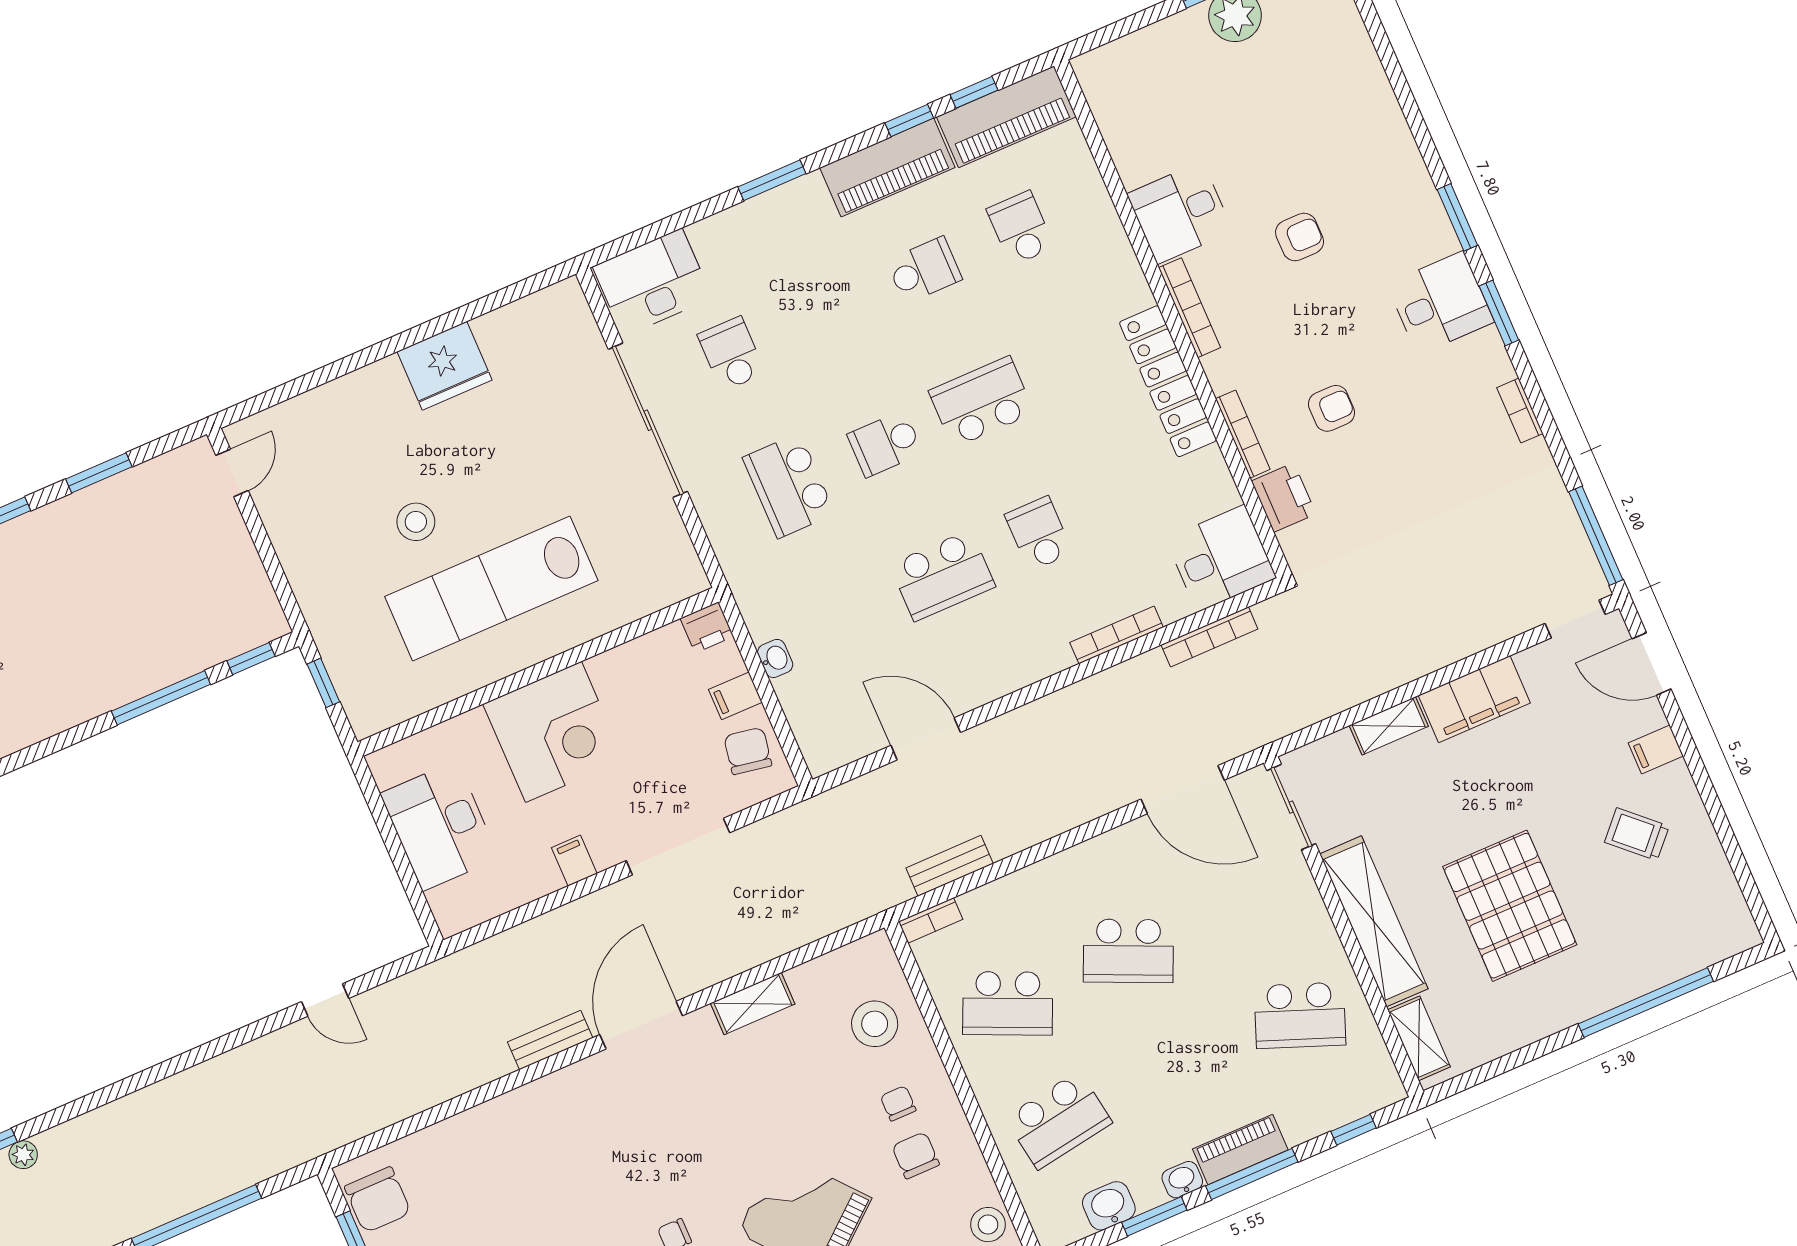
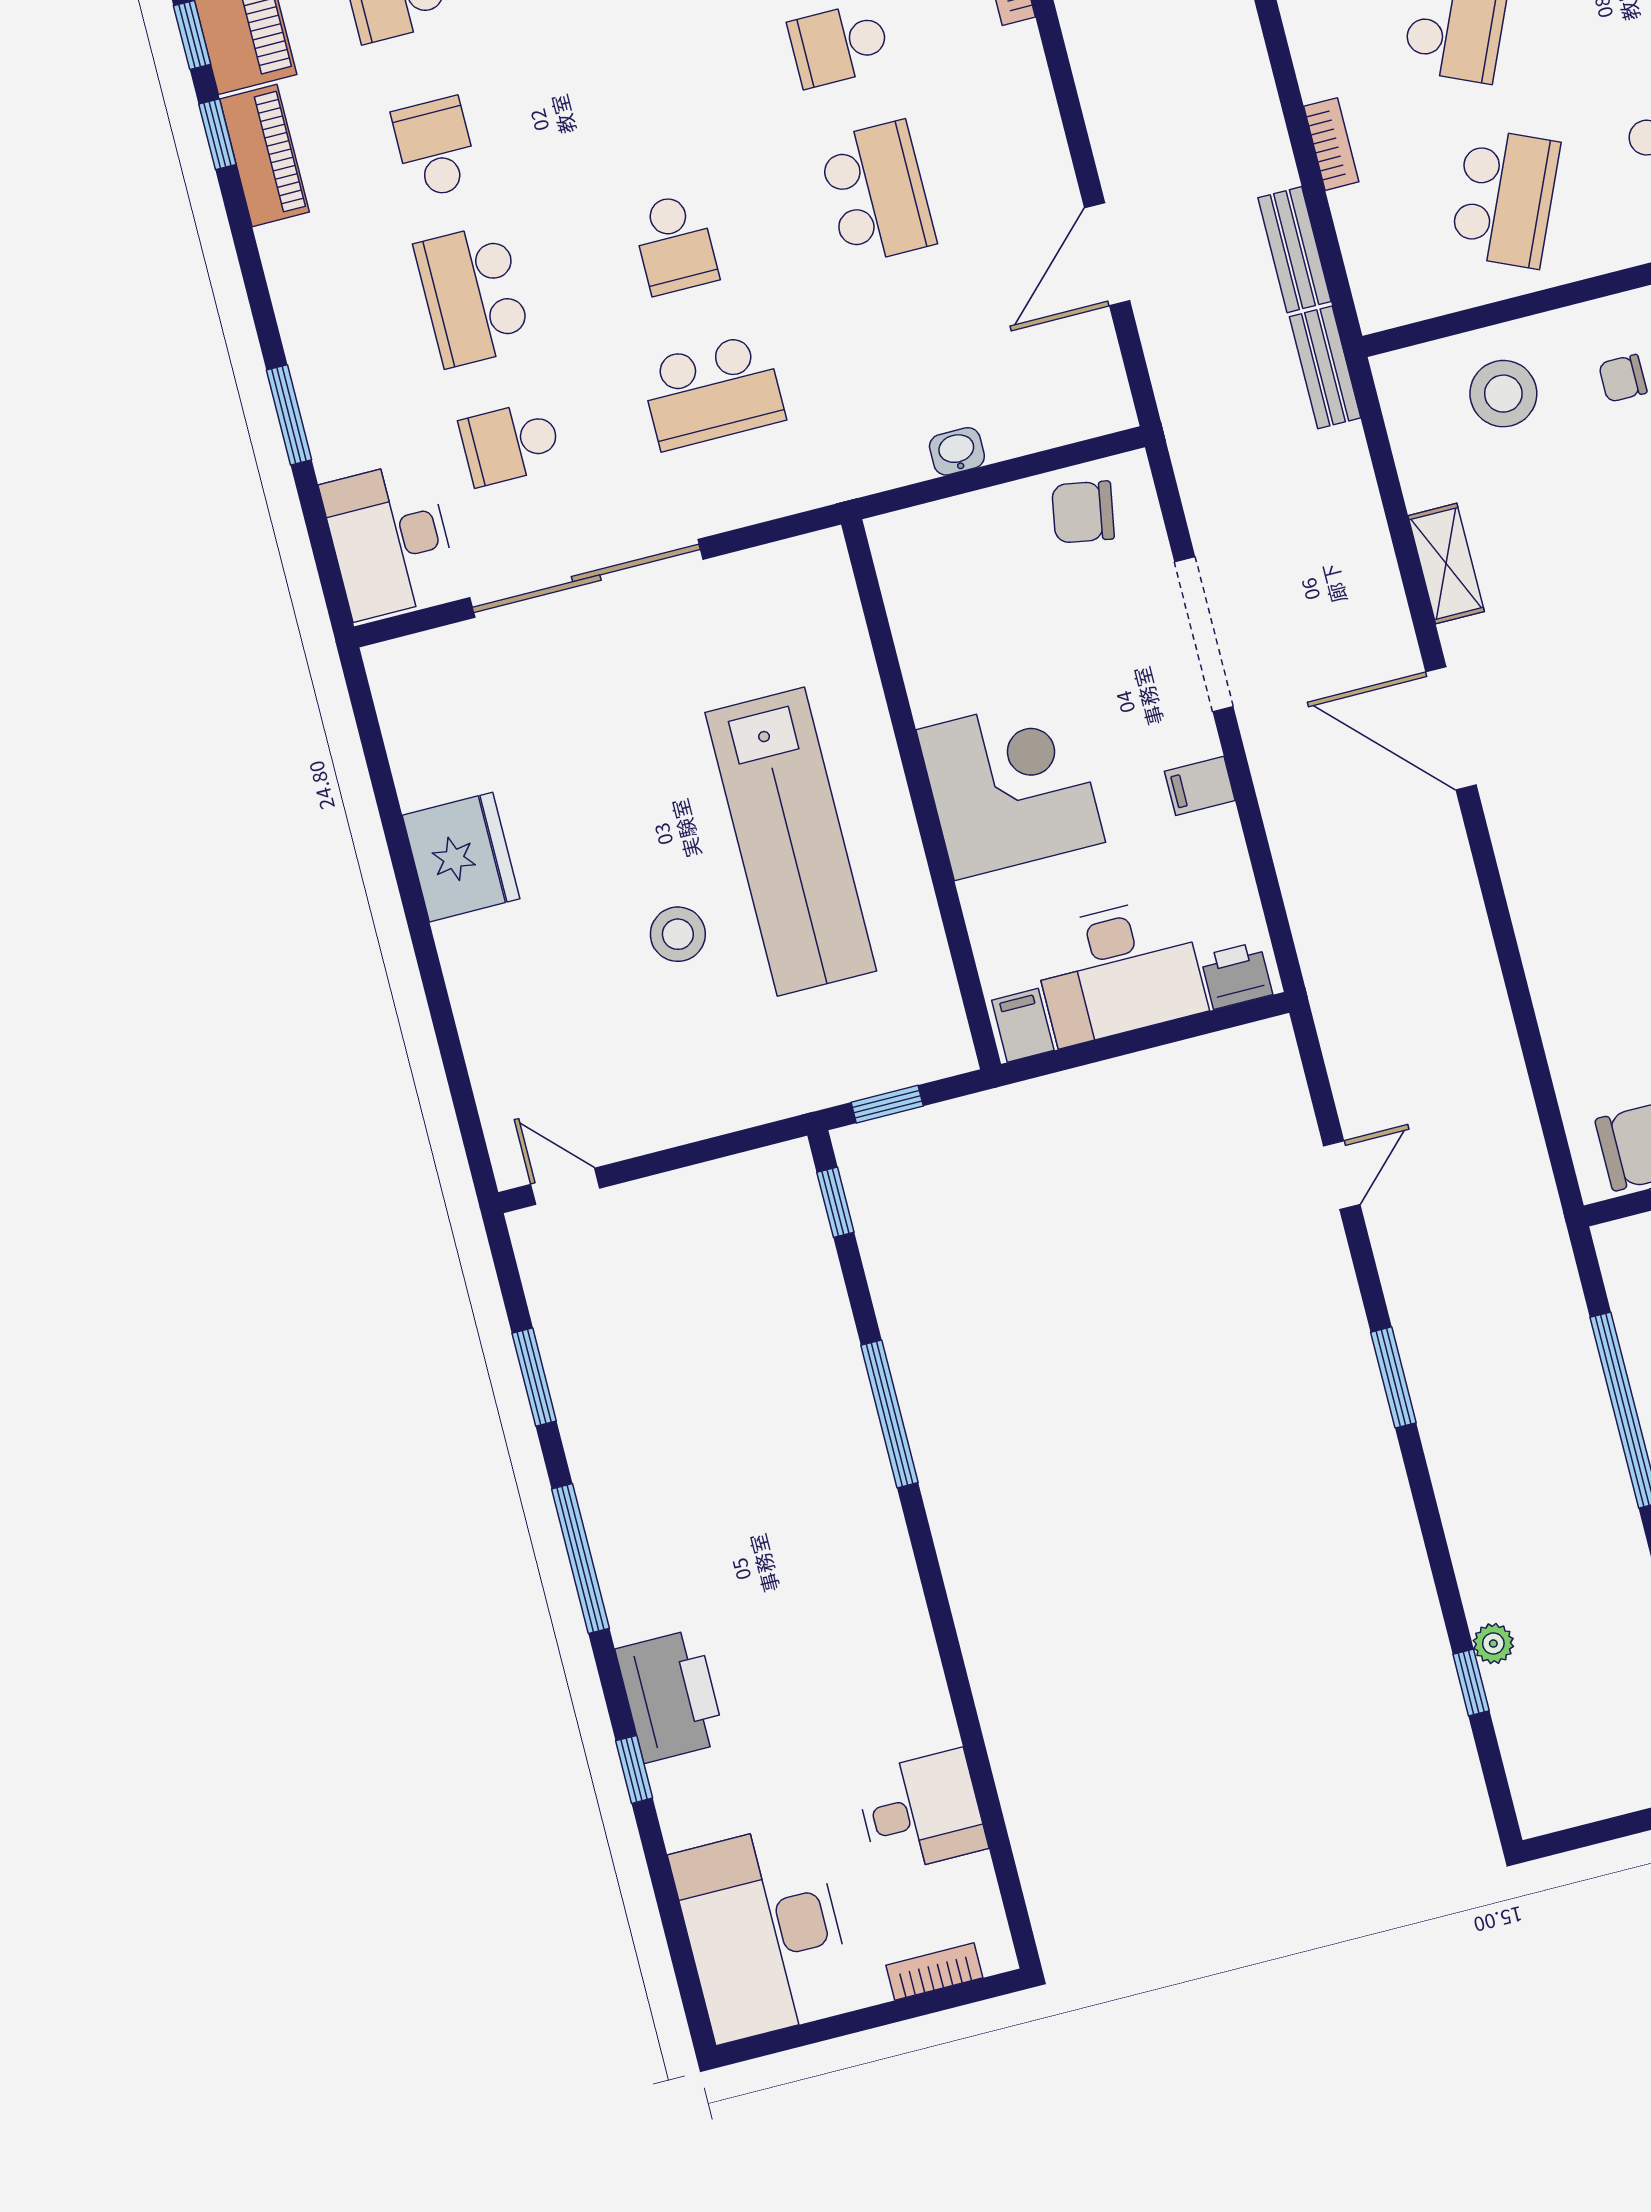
piano: (887, 168) -> (264, 156), width x0.73, depth x0.75
window: (772, 180) -> (289, 415), moved
school desk: (981, 402) -> (473, 296), moved
printer: (707, 627) -> (1236, 975), moved, turned -90
filing cabinet: (735, 696) -> (1023, 1025), moved, turned 180
window: (161, 698) -> (889, 1414), moved
bookcase: (931, 920) -> (1331, 144), moved
bench: (550, 1040) -> (1325, 367), moved
window: (193, 1057) -> (1393, 1377), added

